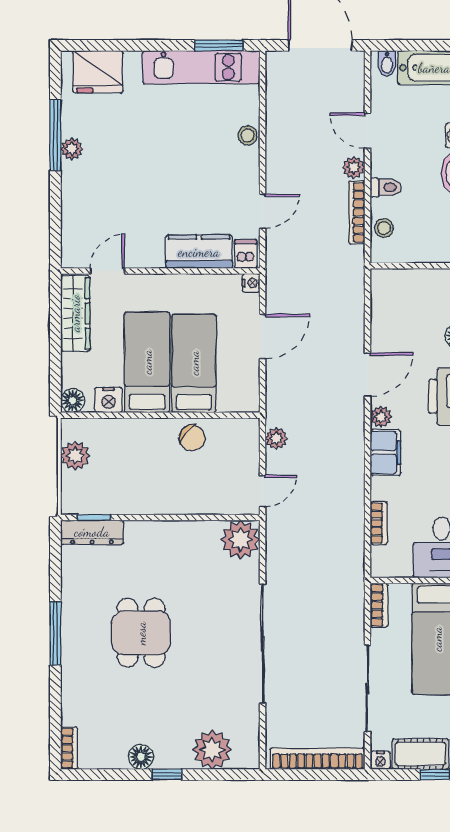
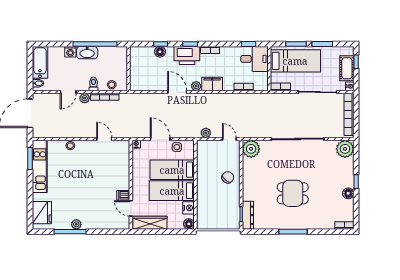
kitchen counter: (199, 252) -> (122, 167), removed
dishwasher: (246, 254) -> (123, 195), moved
side table: (244, 374) -> (177, 147), added
chair: (192, 438) -> (228, 177), moved
plant: (75, 455) -> (213, 223), removed
plant: (212, 750) -> (345, 149), moved

